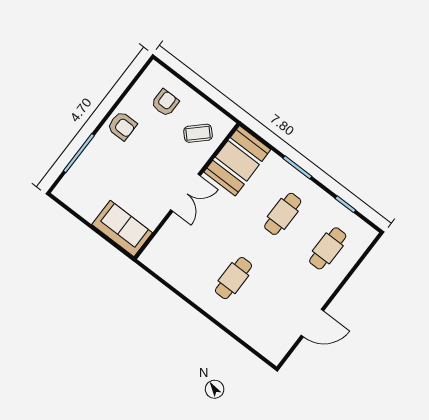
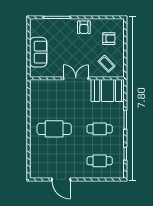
double door: (186, 193) -> (76, 78), swing flipped
sofa: (122, 229) -> (38, 52), moved
cafe table: (233, 278) -> (54, 129), width x1.37, depth x1.35

